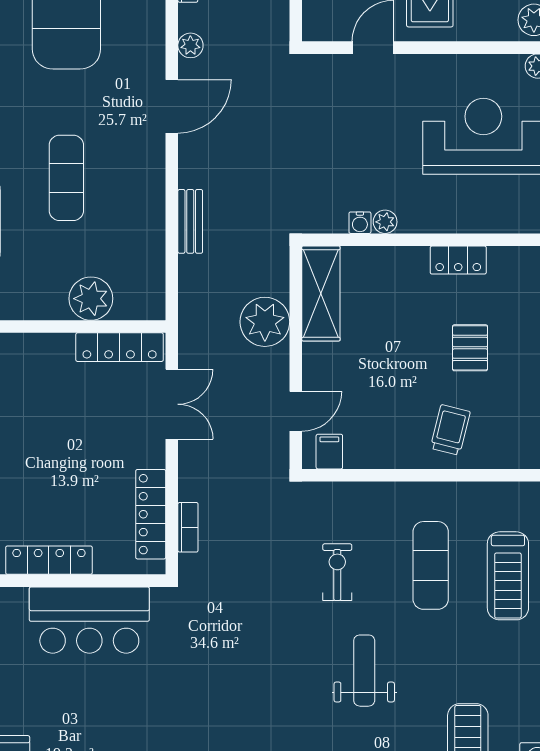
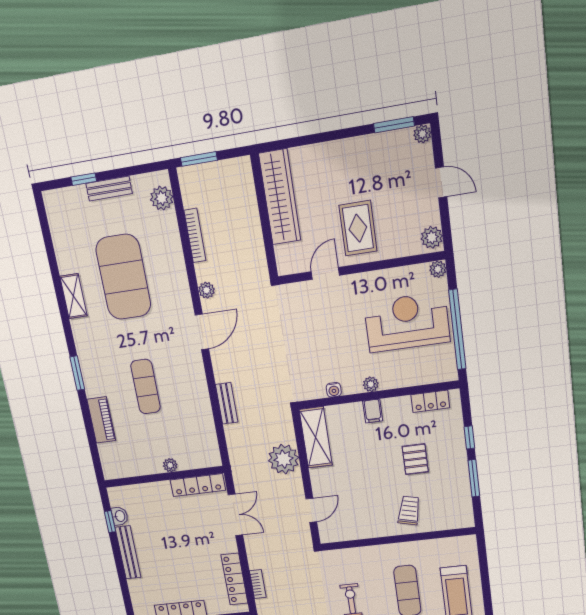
plant: (385, 222) -> (371, 384), moved
locker: (458, 260) -> (430, 401), moved
plant: (91, 299) -> (170, 465), width x0.53, depth x0.53
filing cabinet: (329, 452) -> (373, 411), moved, turned 180

